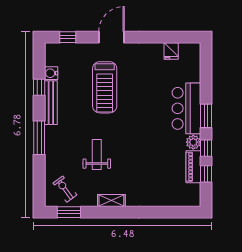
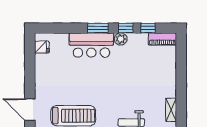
fridge: (171, 51) -> (42, 47), moved
piano: (193, 167) -> (162, 39), moved

